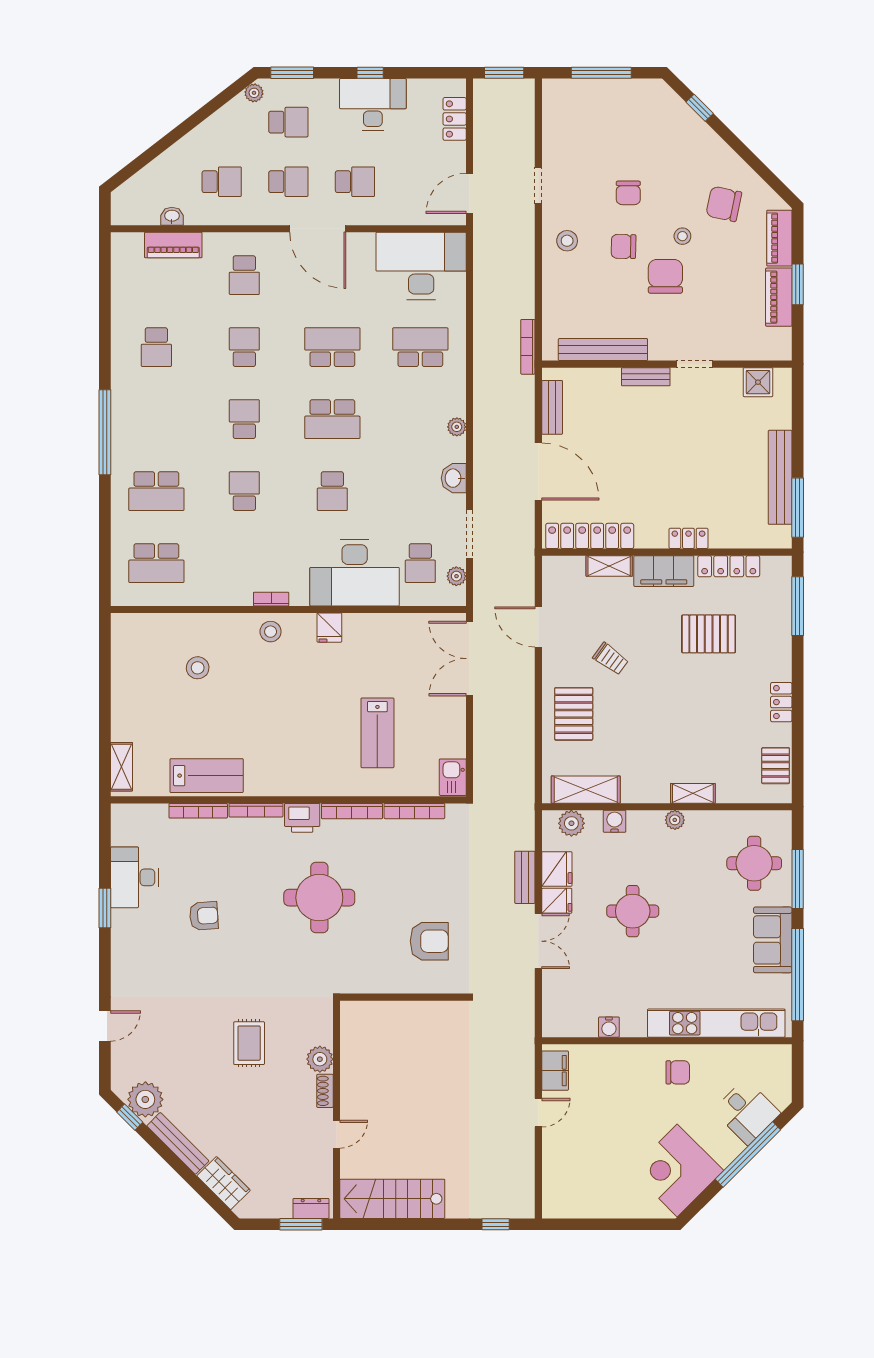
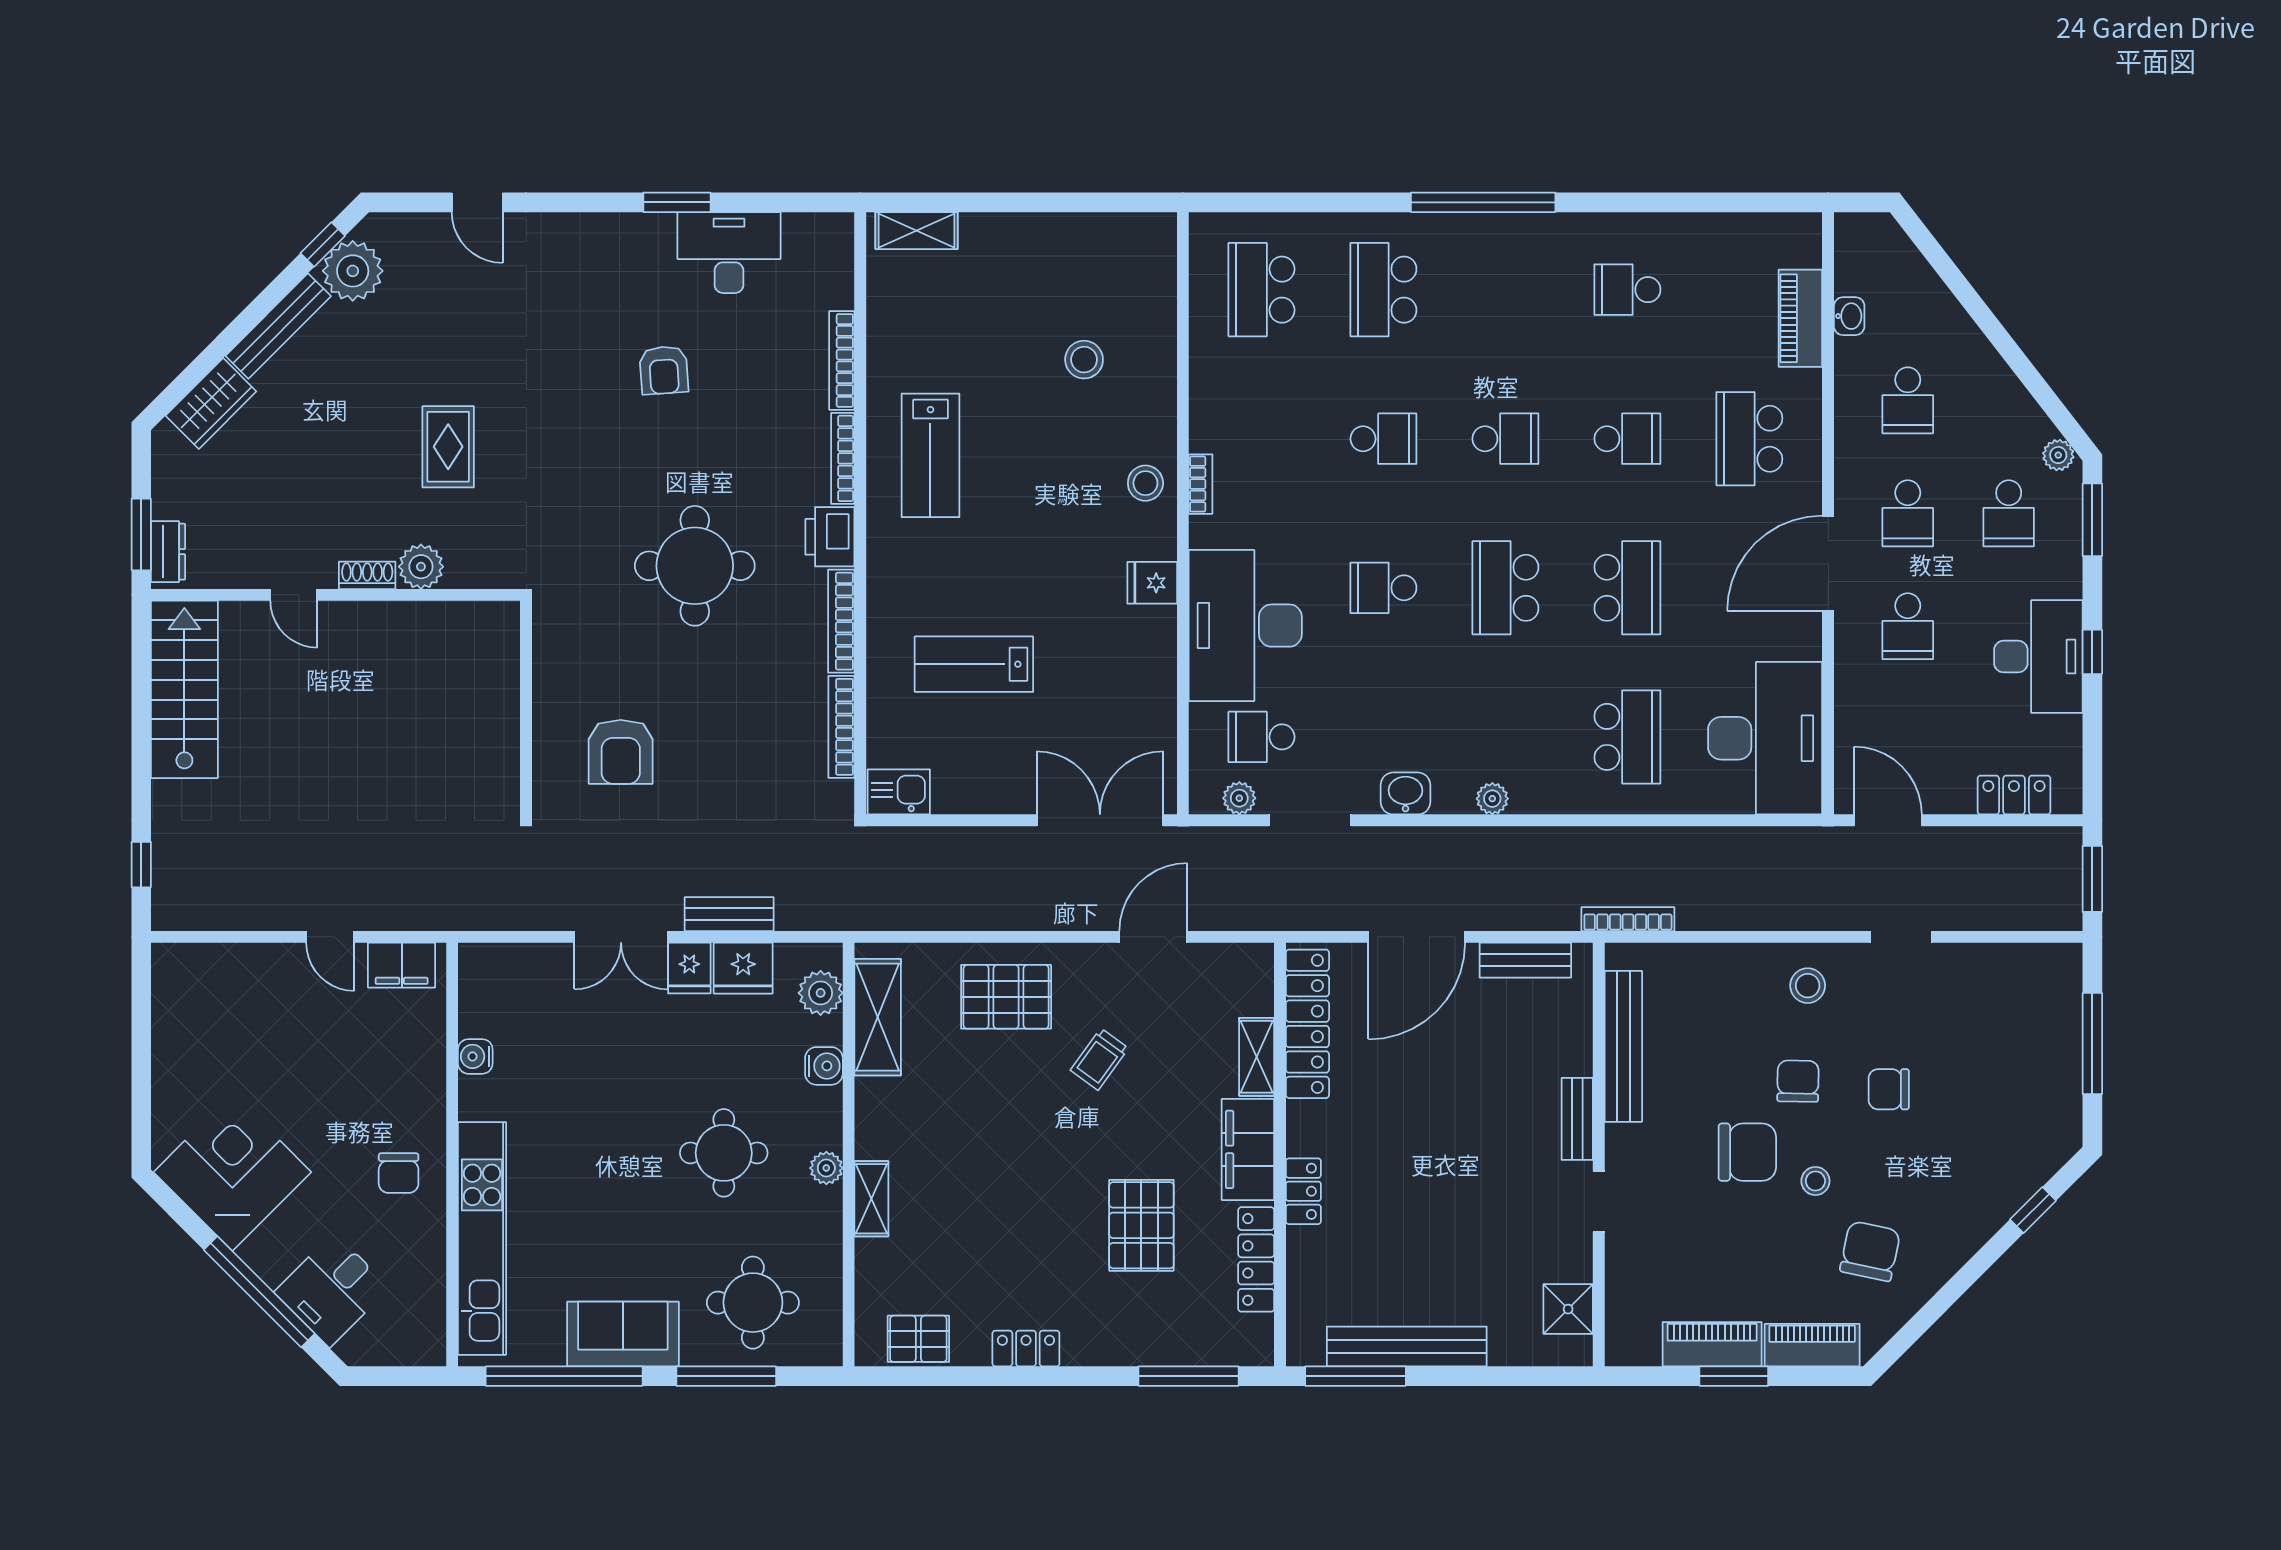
school desk: (244, 275) -> (1749, 439), width x1.85
lab bench: (207, 776) -> (930, 455), moved
round table: (633, 911) -> (724, 1153), moved
rug: (249, 1043) -> (448, 447), turned 90

